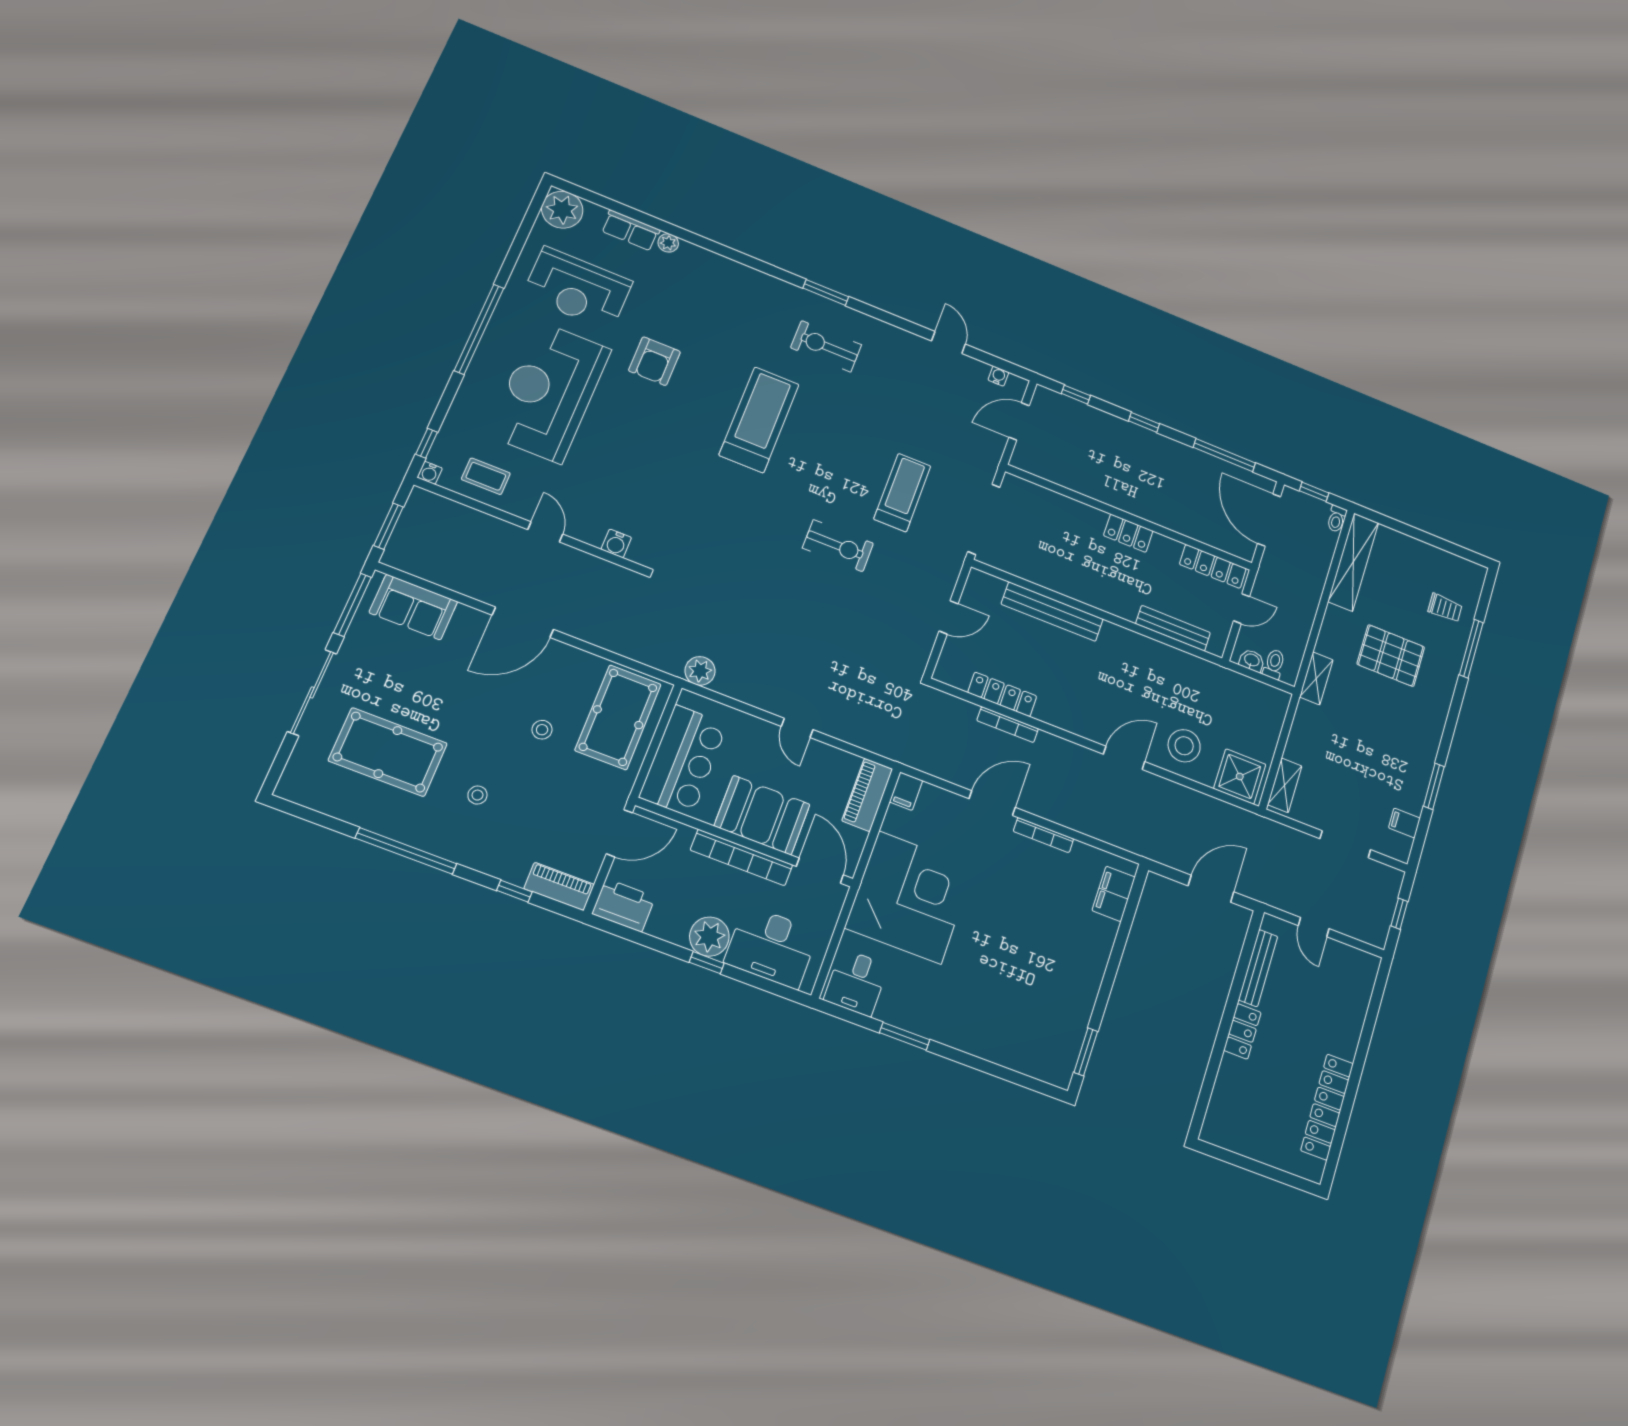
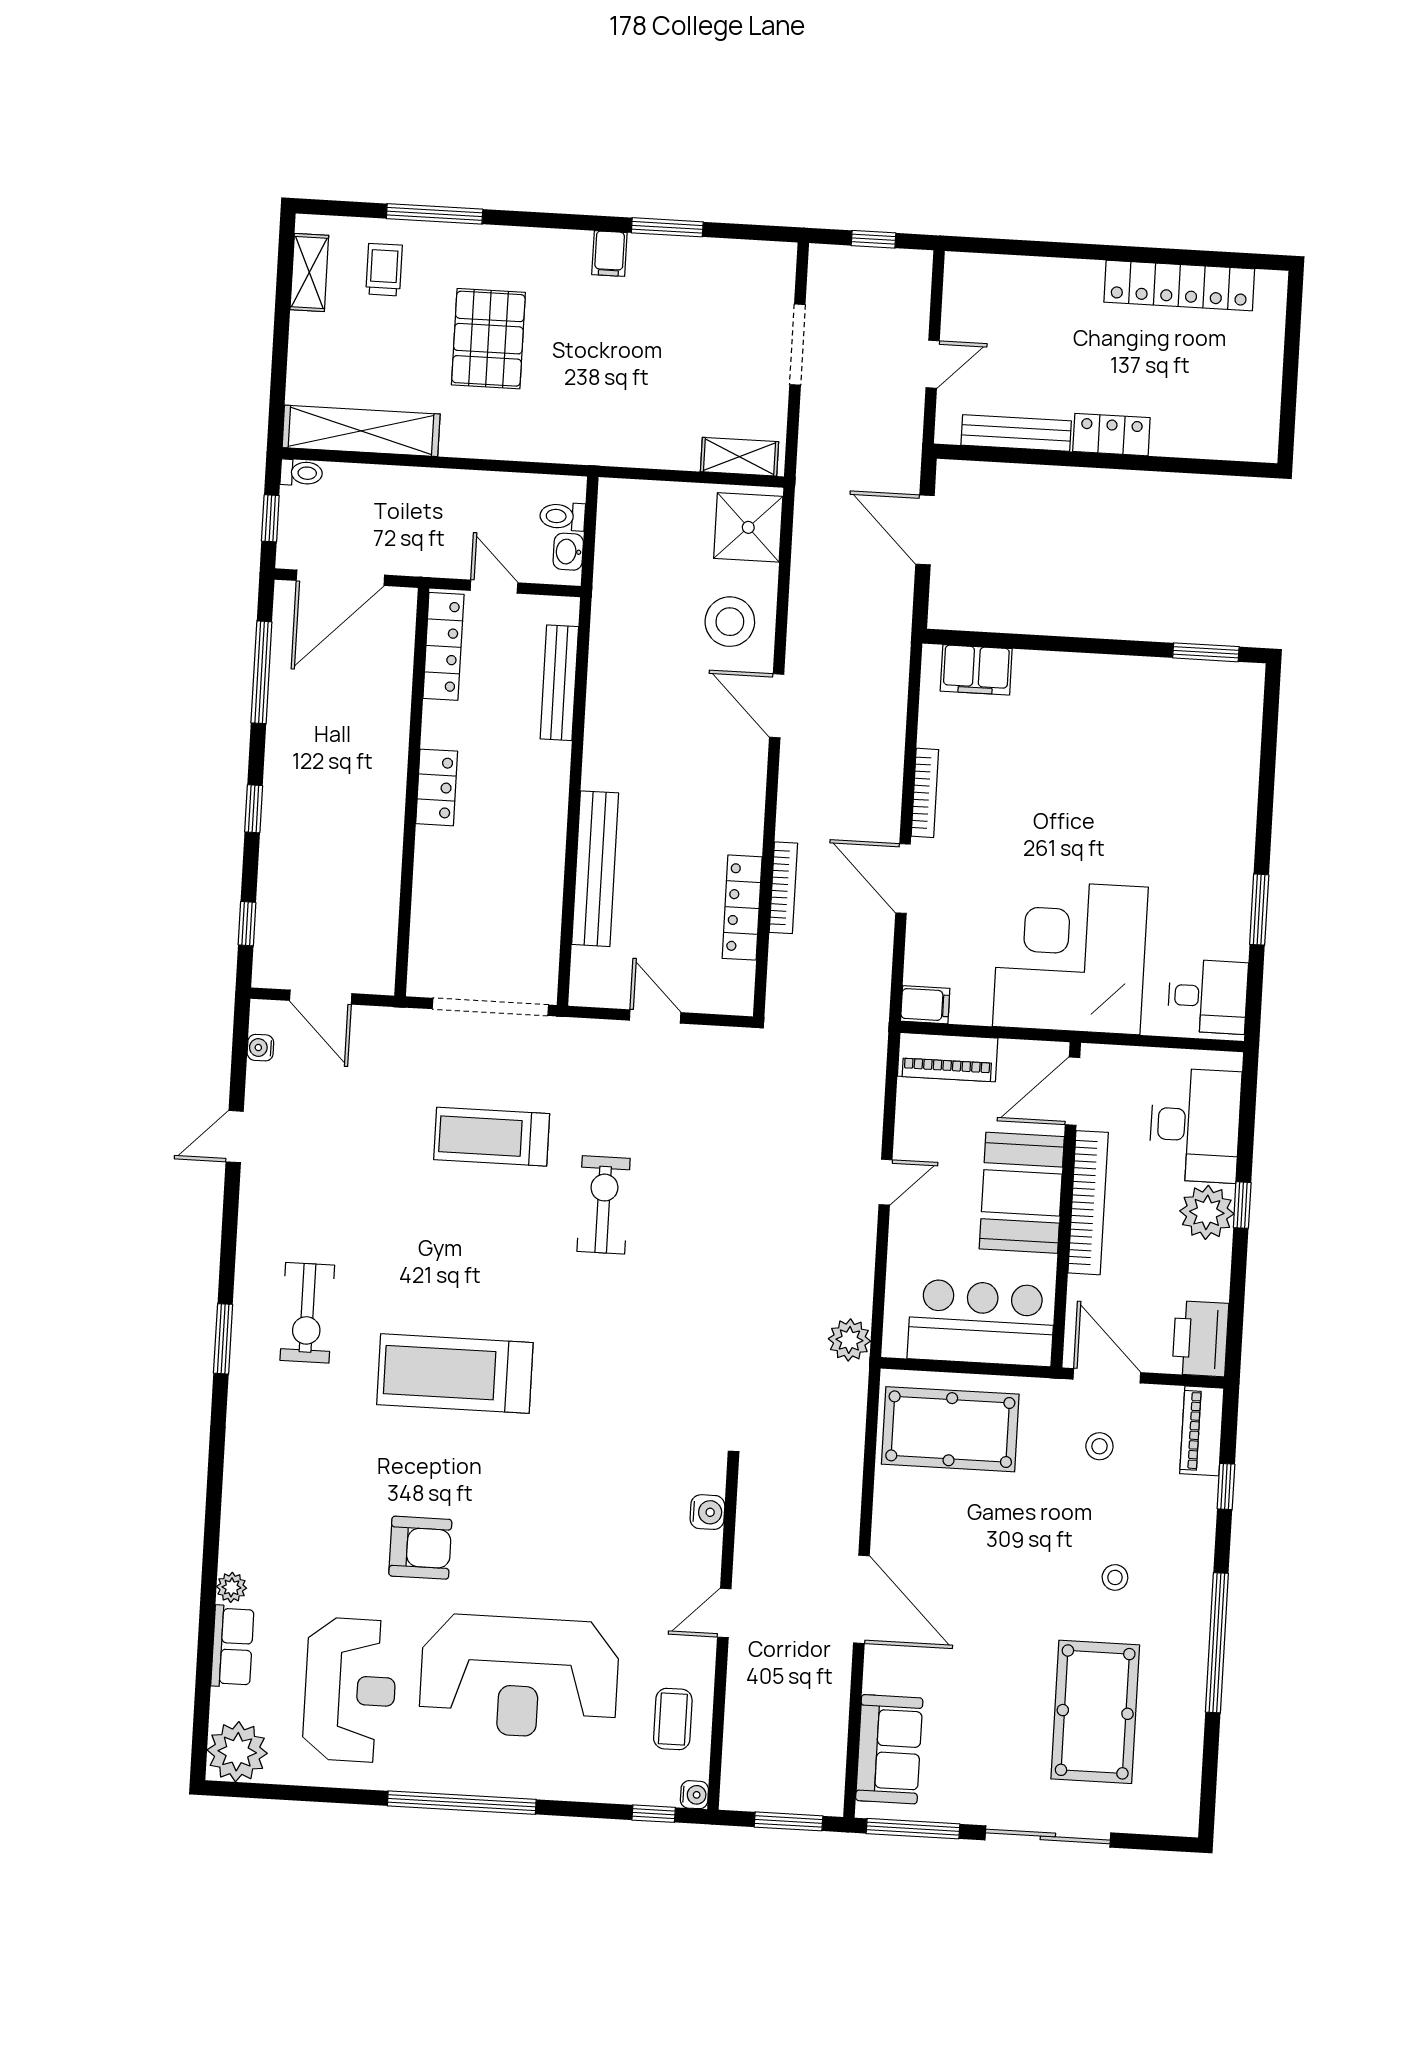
shelving: (1316, 678) -> (309, 272), moved, turned 90
stool: (542, 730) -> (1099, 1446), moved
filing cabinet: (1404, 823) -> (609, 254), moved

